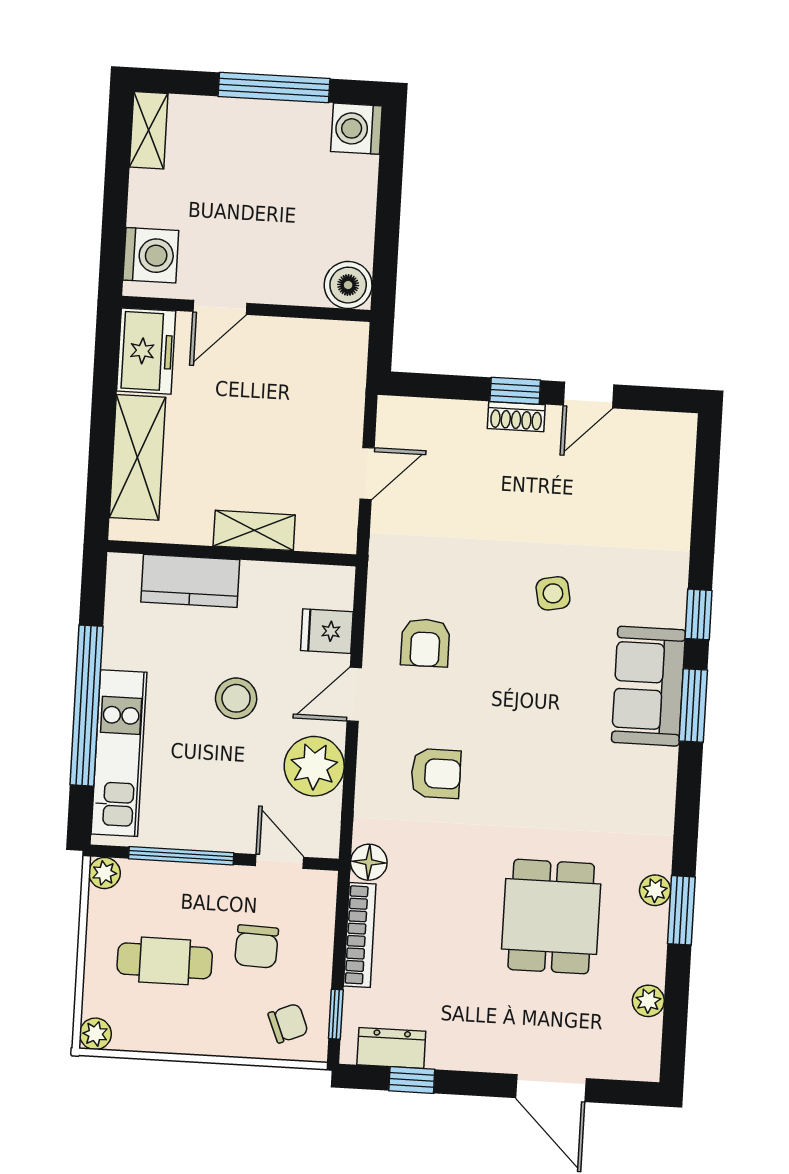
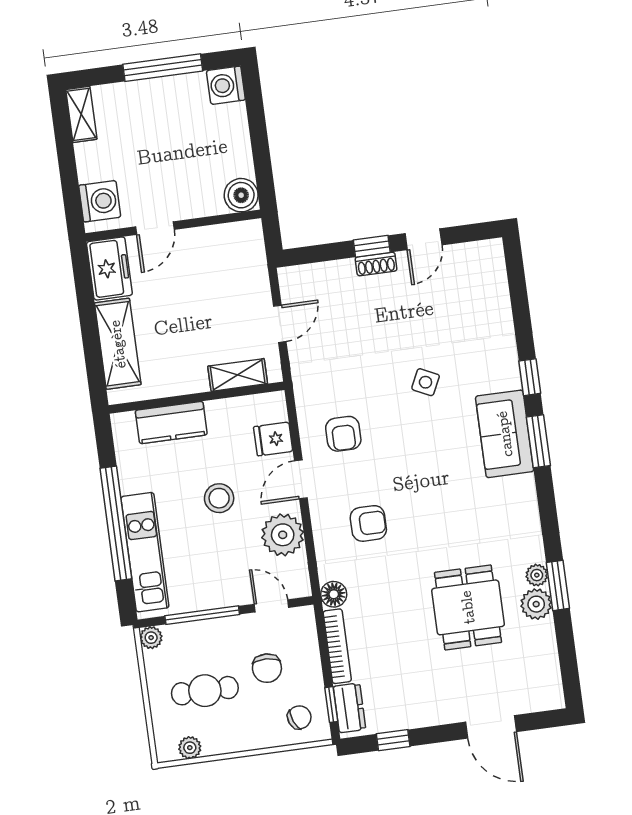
shelving: (254, 530) -> (238, 375), moved
side table: (553, 593) -> (426, 382), turned 37
plant: (648, 1001) -> (536, 604), moved, width x1.38, depth x1.38
plant: (95, 1034) -> (190, 748), moved
dresser: (391, 1048) -> (349, 708), moved, turned 90

